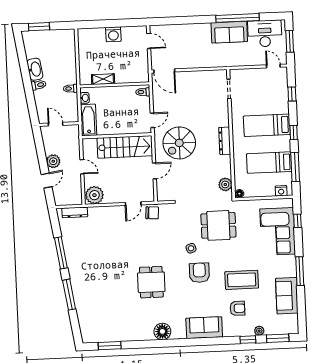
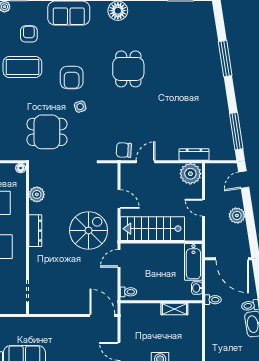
door: (56, 124) -> (232, 259), width x1.87
door: (154, 171) -> (119, 199), swing flipped
door: (47, 181) -> (244, 180), moved
plant: (225, 184) -> (37, 194), moved
dresser: (75, 212) -> (194, 155), moved
window: (61, 253) -> (236, 131), moved
armchair: (237, 308) -> (29, 34), turned 90

